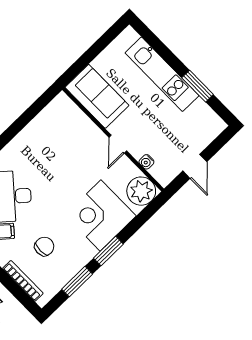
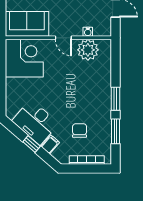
plant: (141, 191) -> (88, 50), moved
corner desk: (101, 215) -> (24, 58), moved, turned 180

